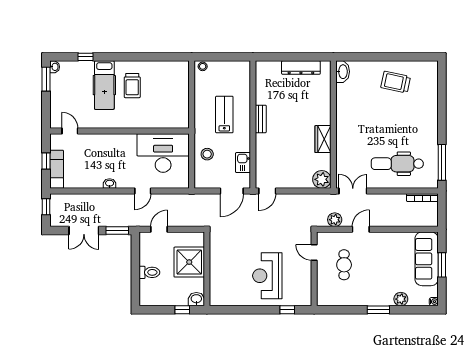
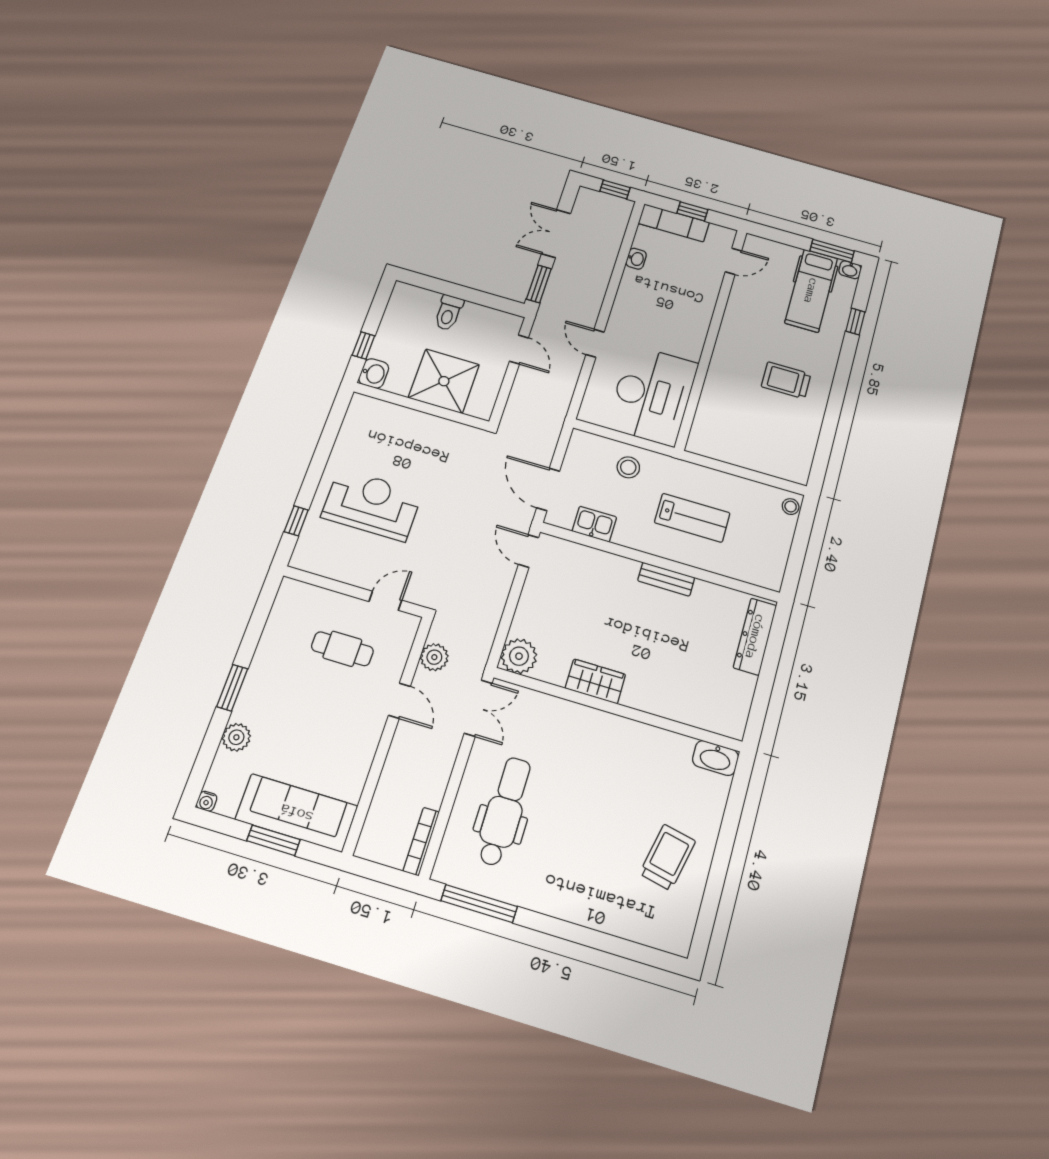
dresser: (301, 68) -> (755, 637), moved
hospital bed: (104, 85) -> (811, 291), moved, turned -90
washbasin: (110, 183) -> (636, 259), moved

